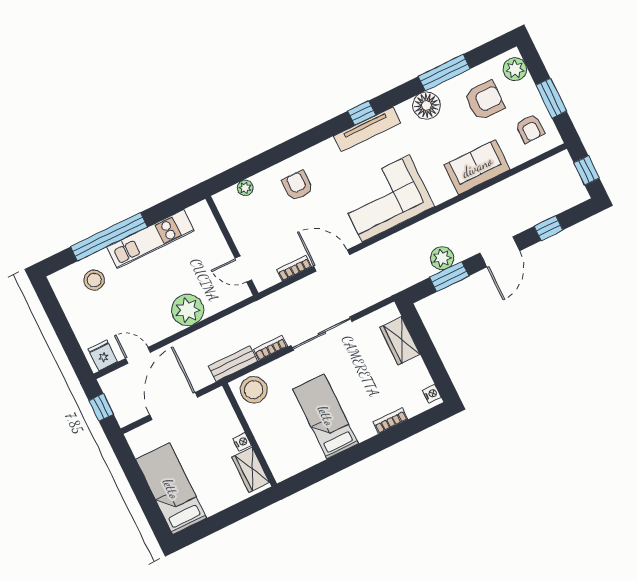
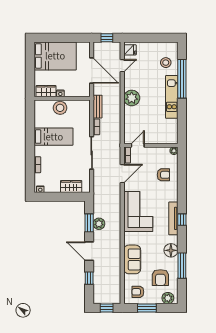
wall: (232, 246) -> (151, 145), moved
door: (243, 269) -> (138, 145), moved
stool: (254, 390) -> (60, 108), moved
bed: (171, 489) -> (55, 56), width x1.50

